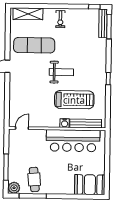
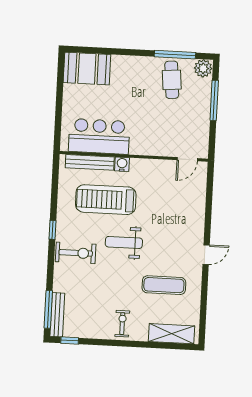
exercise mat: (34, 45) -> (164, 285), width x0.73, depth x0.69
exercise bike: (93, 64) -> (76, 253), added
bar counter: (73, 141) -> (99, 136), width x0.73

